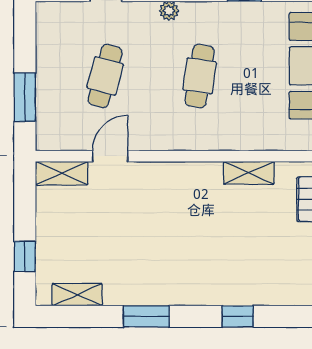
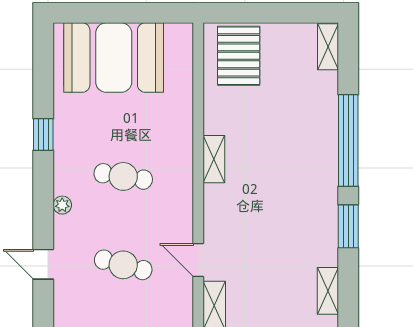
shelving: (249, 173) -> (214, 159), moved
window: (238, 316) -> (348, 141), width x3.17

